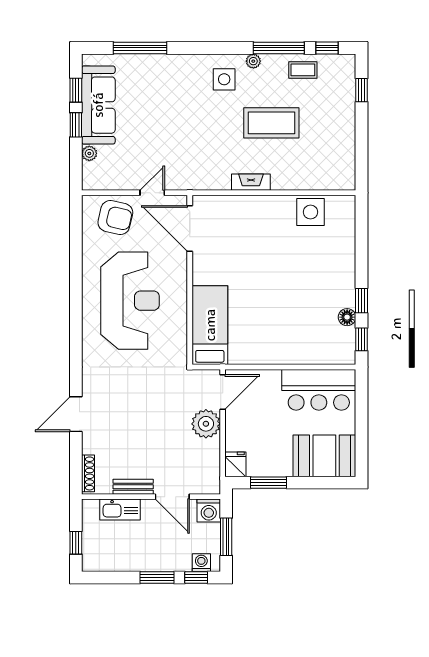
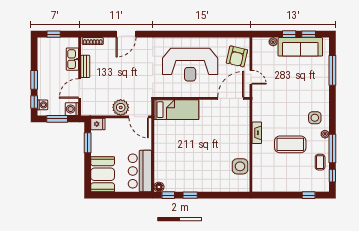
coffee table: (271, 123) -> (290, 144), turned 90
floor lamp: (347, 317) -> (159, 187), moved
door: (76, 414) -> (126, 34), swing flipped

